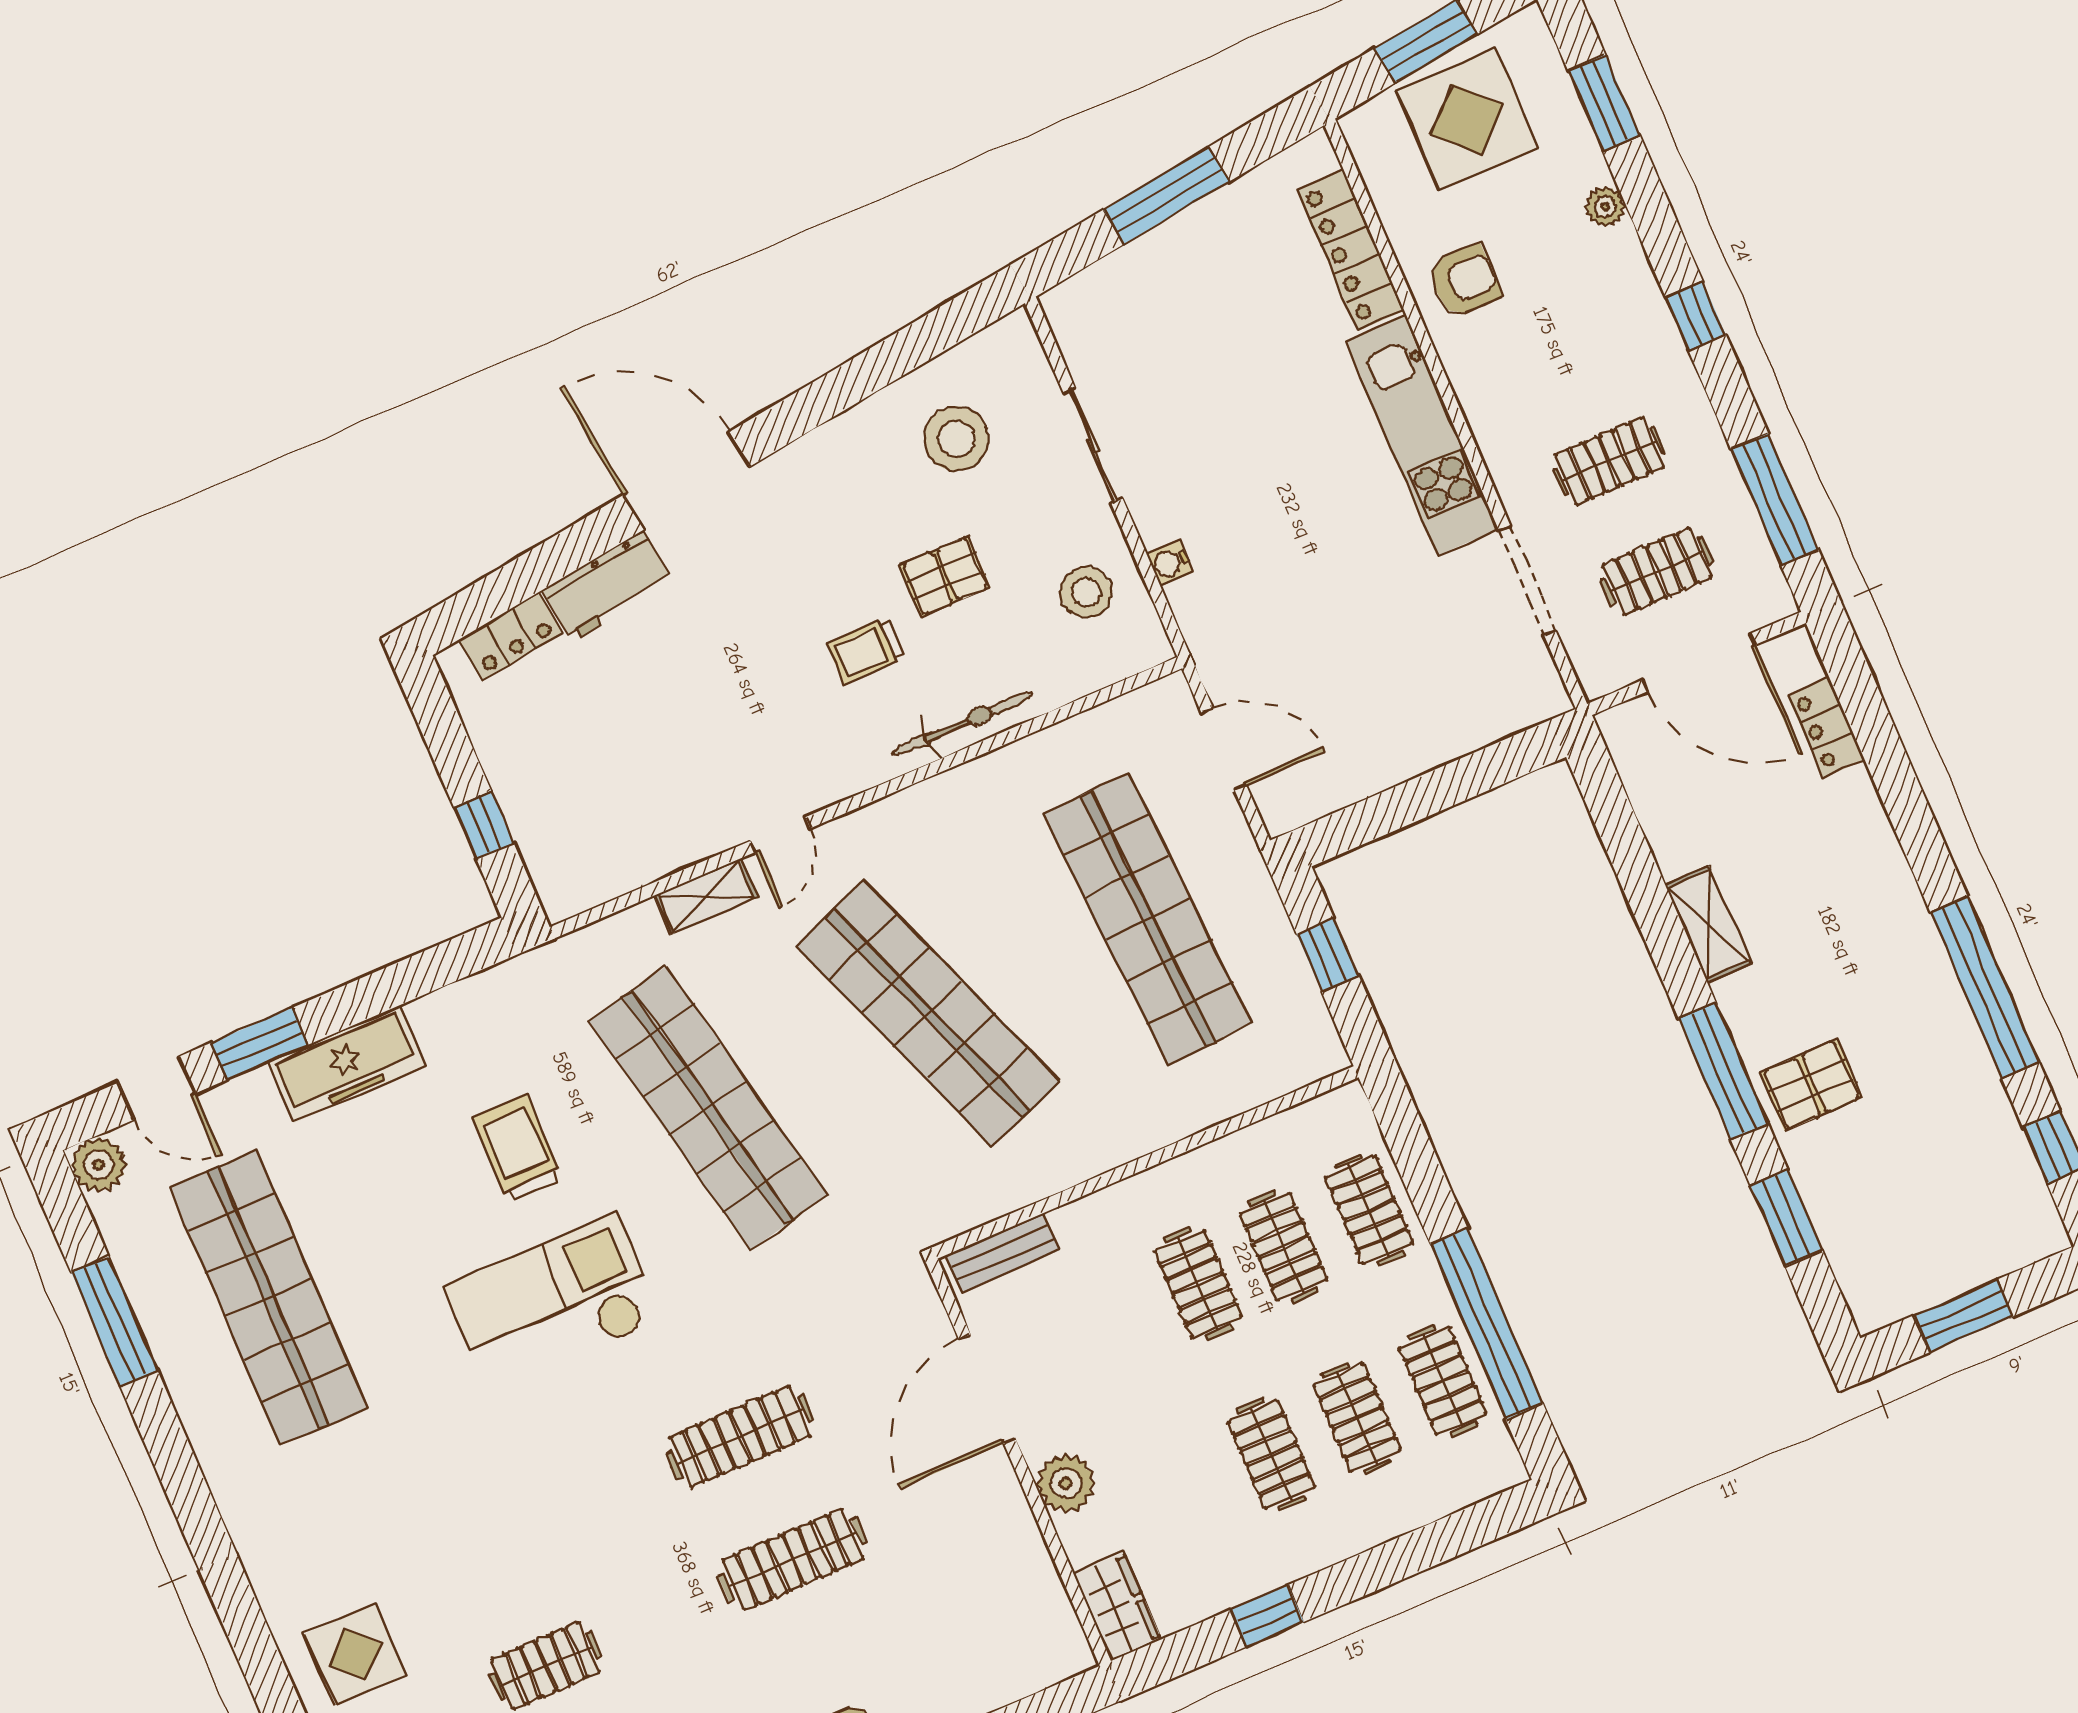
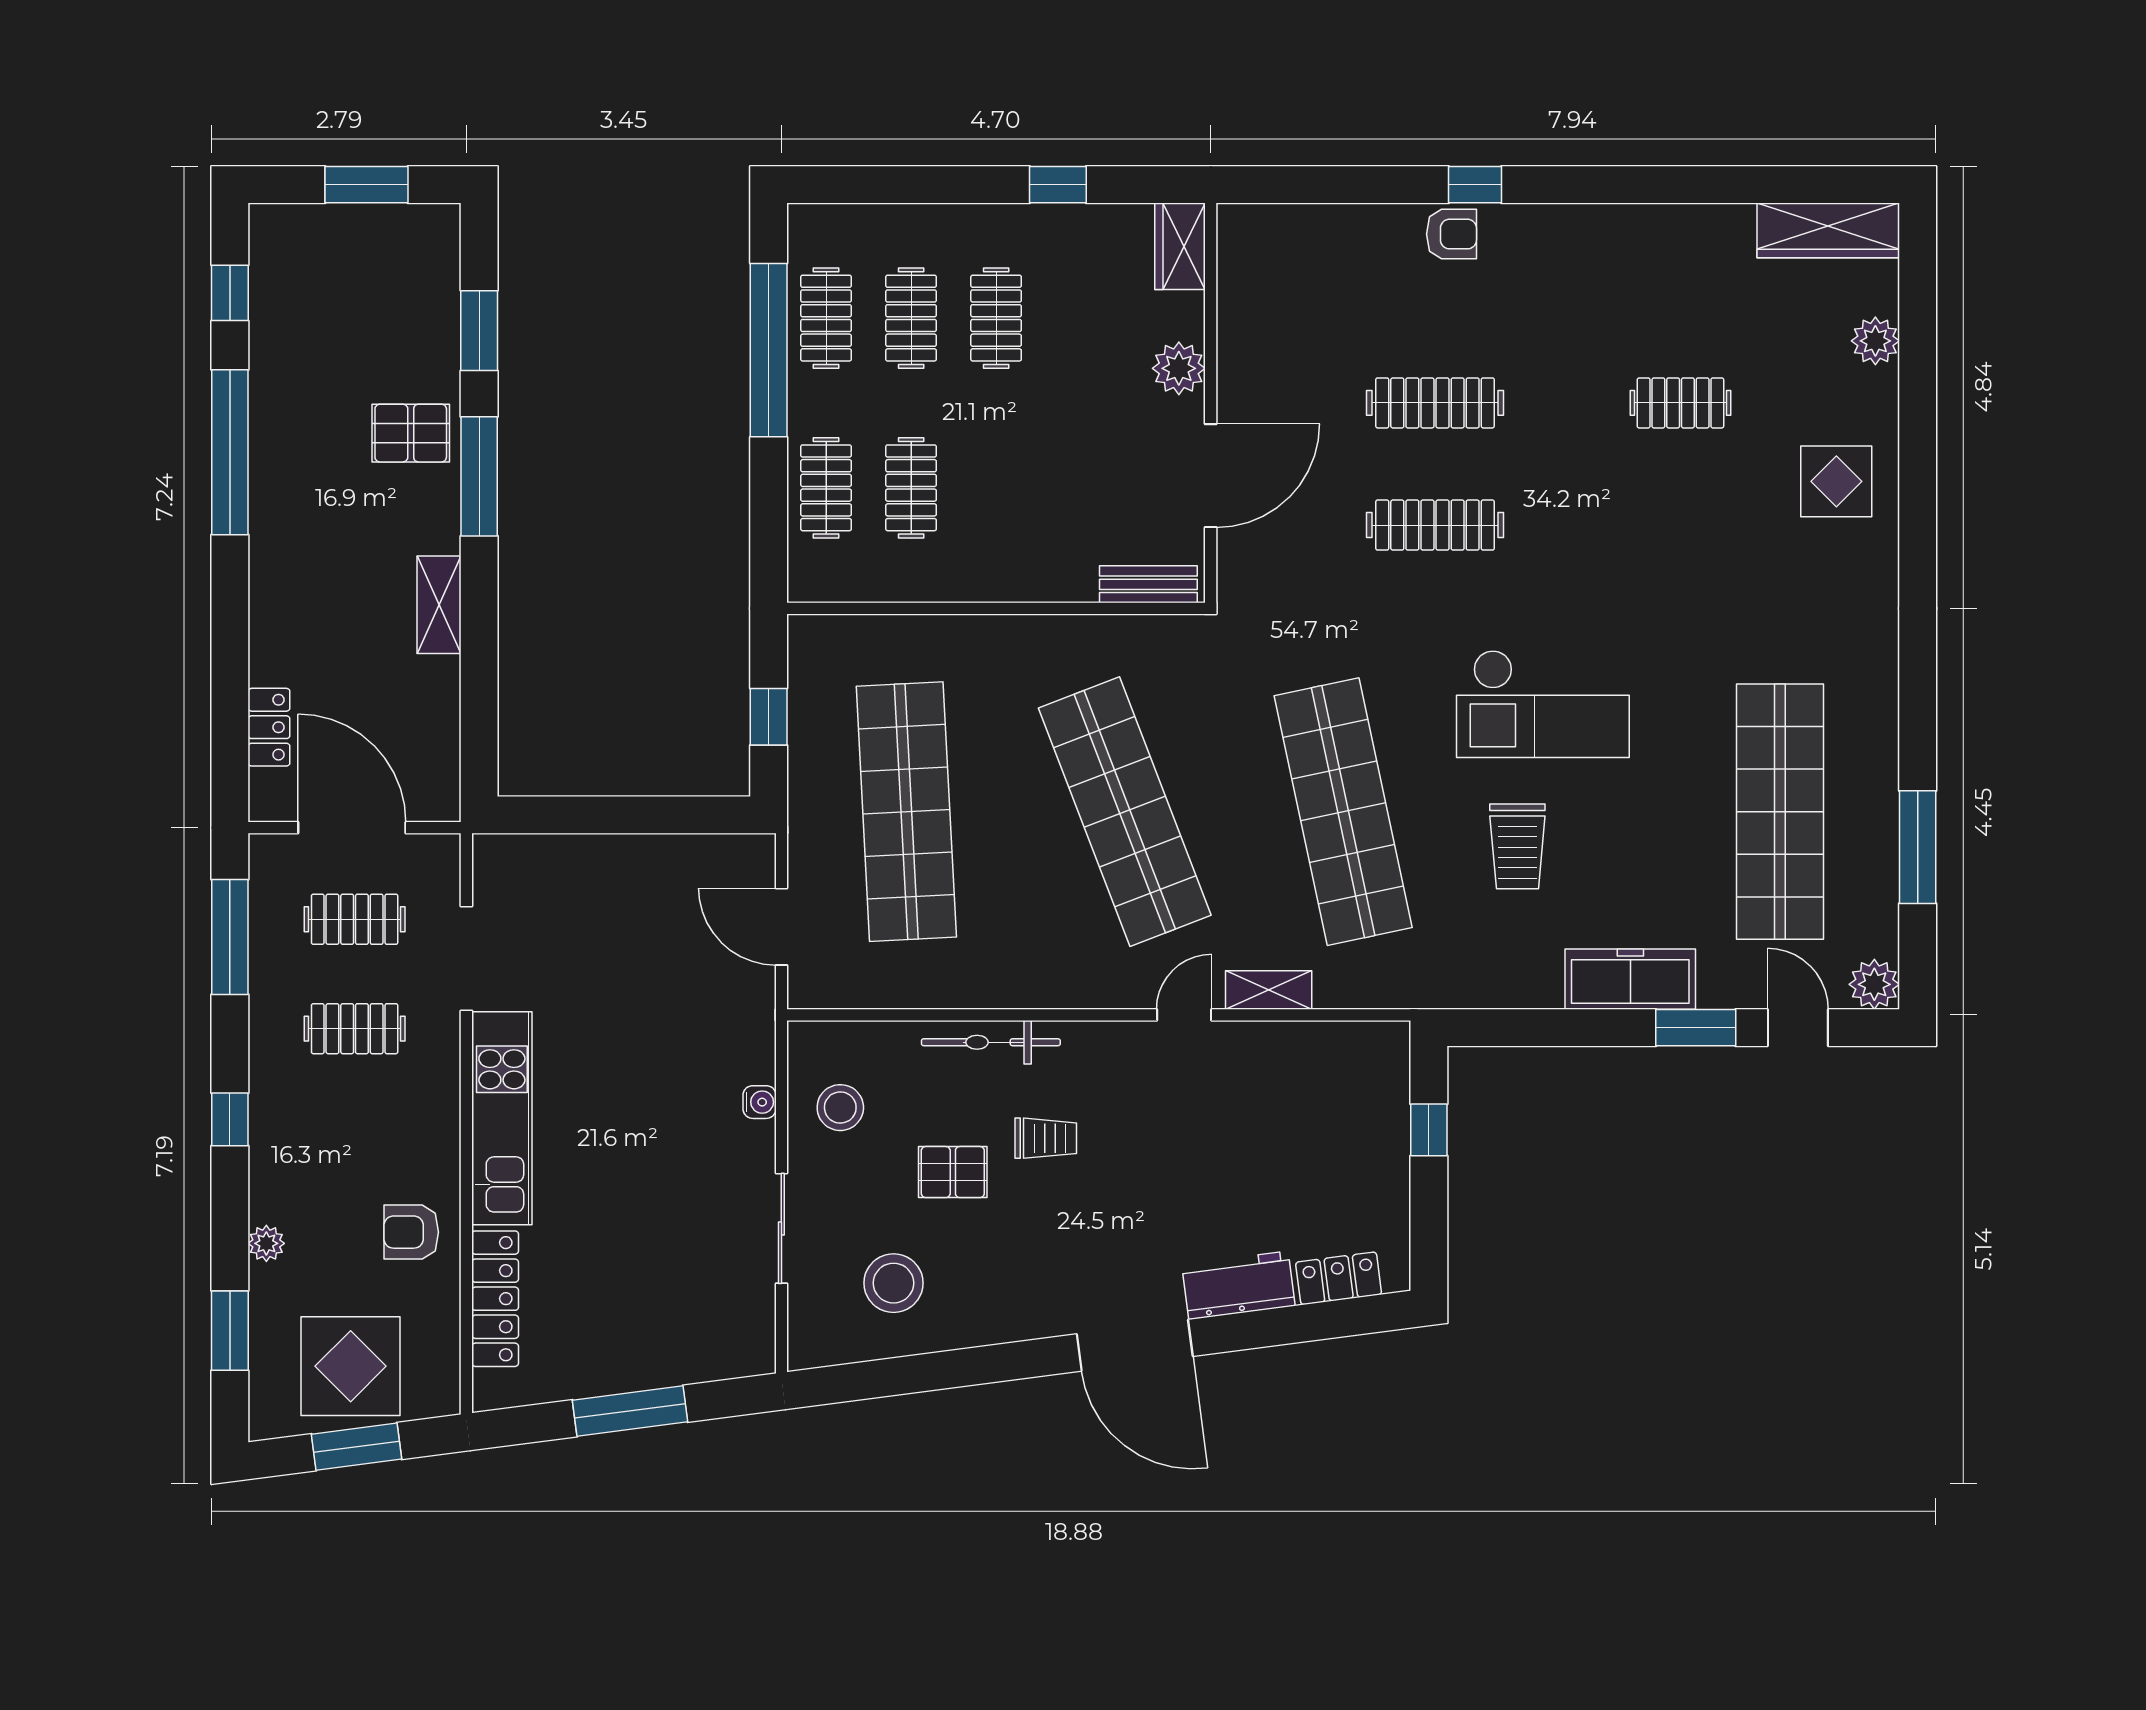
clothes rail: (1198, 1284) -> (996, 488), removed

